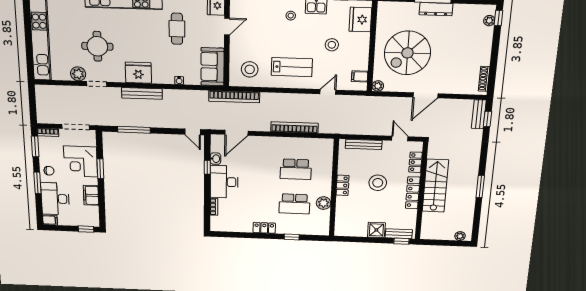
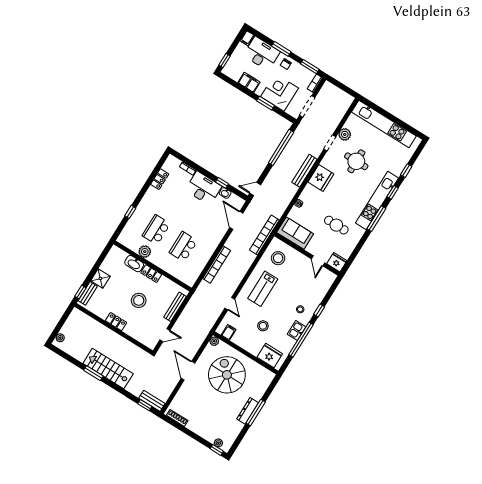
window: (134, 130) -> (281, 147), width x1.46
locker: (415, 162) -> (140, 337), removed
stairs: (435, 186) -> (108, 369), moved, turned 180
locker: (413, 193) -> (116, 322), width x0.66
washbasin: (342, 207) -> (134, 264), added
locker: (264, 228) -> (160, 179), moved

